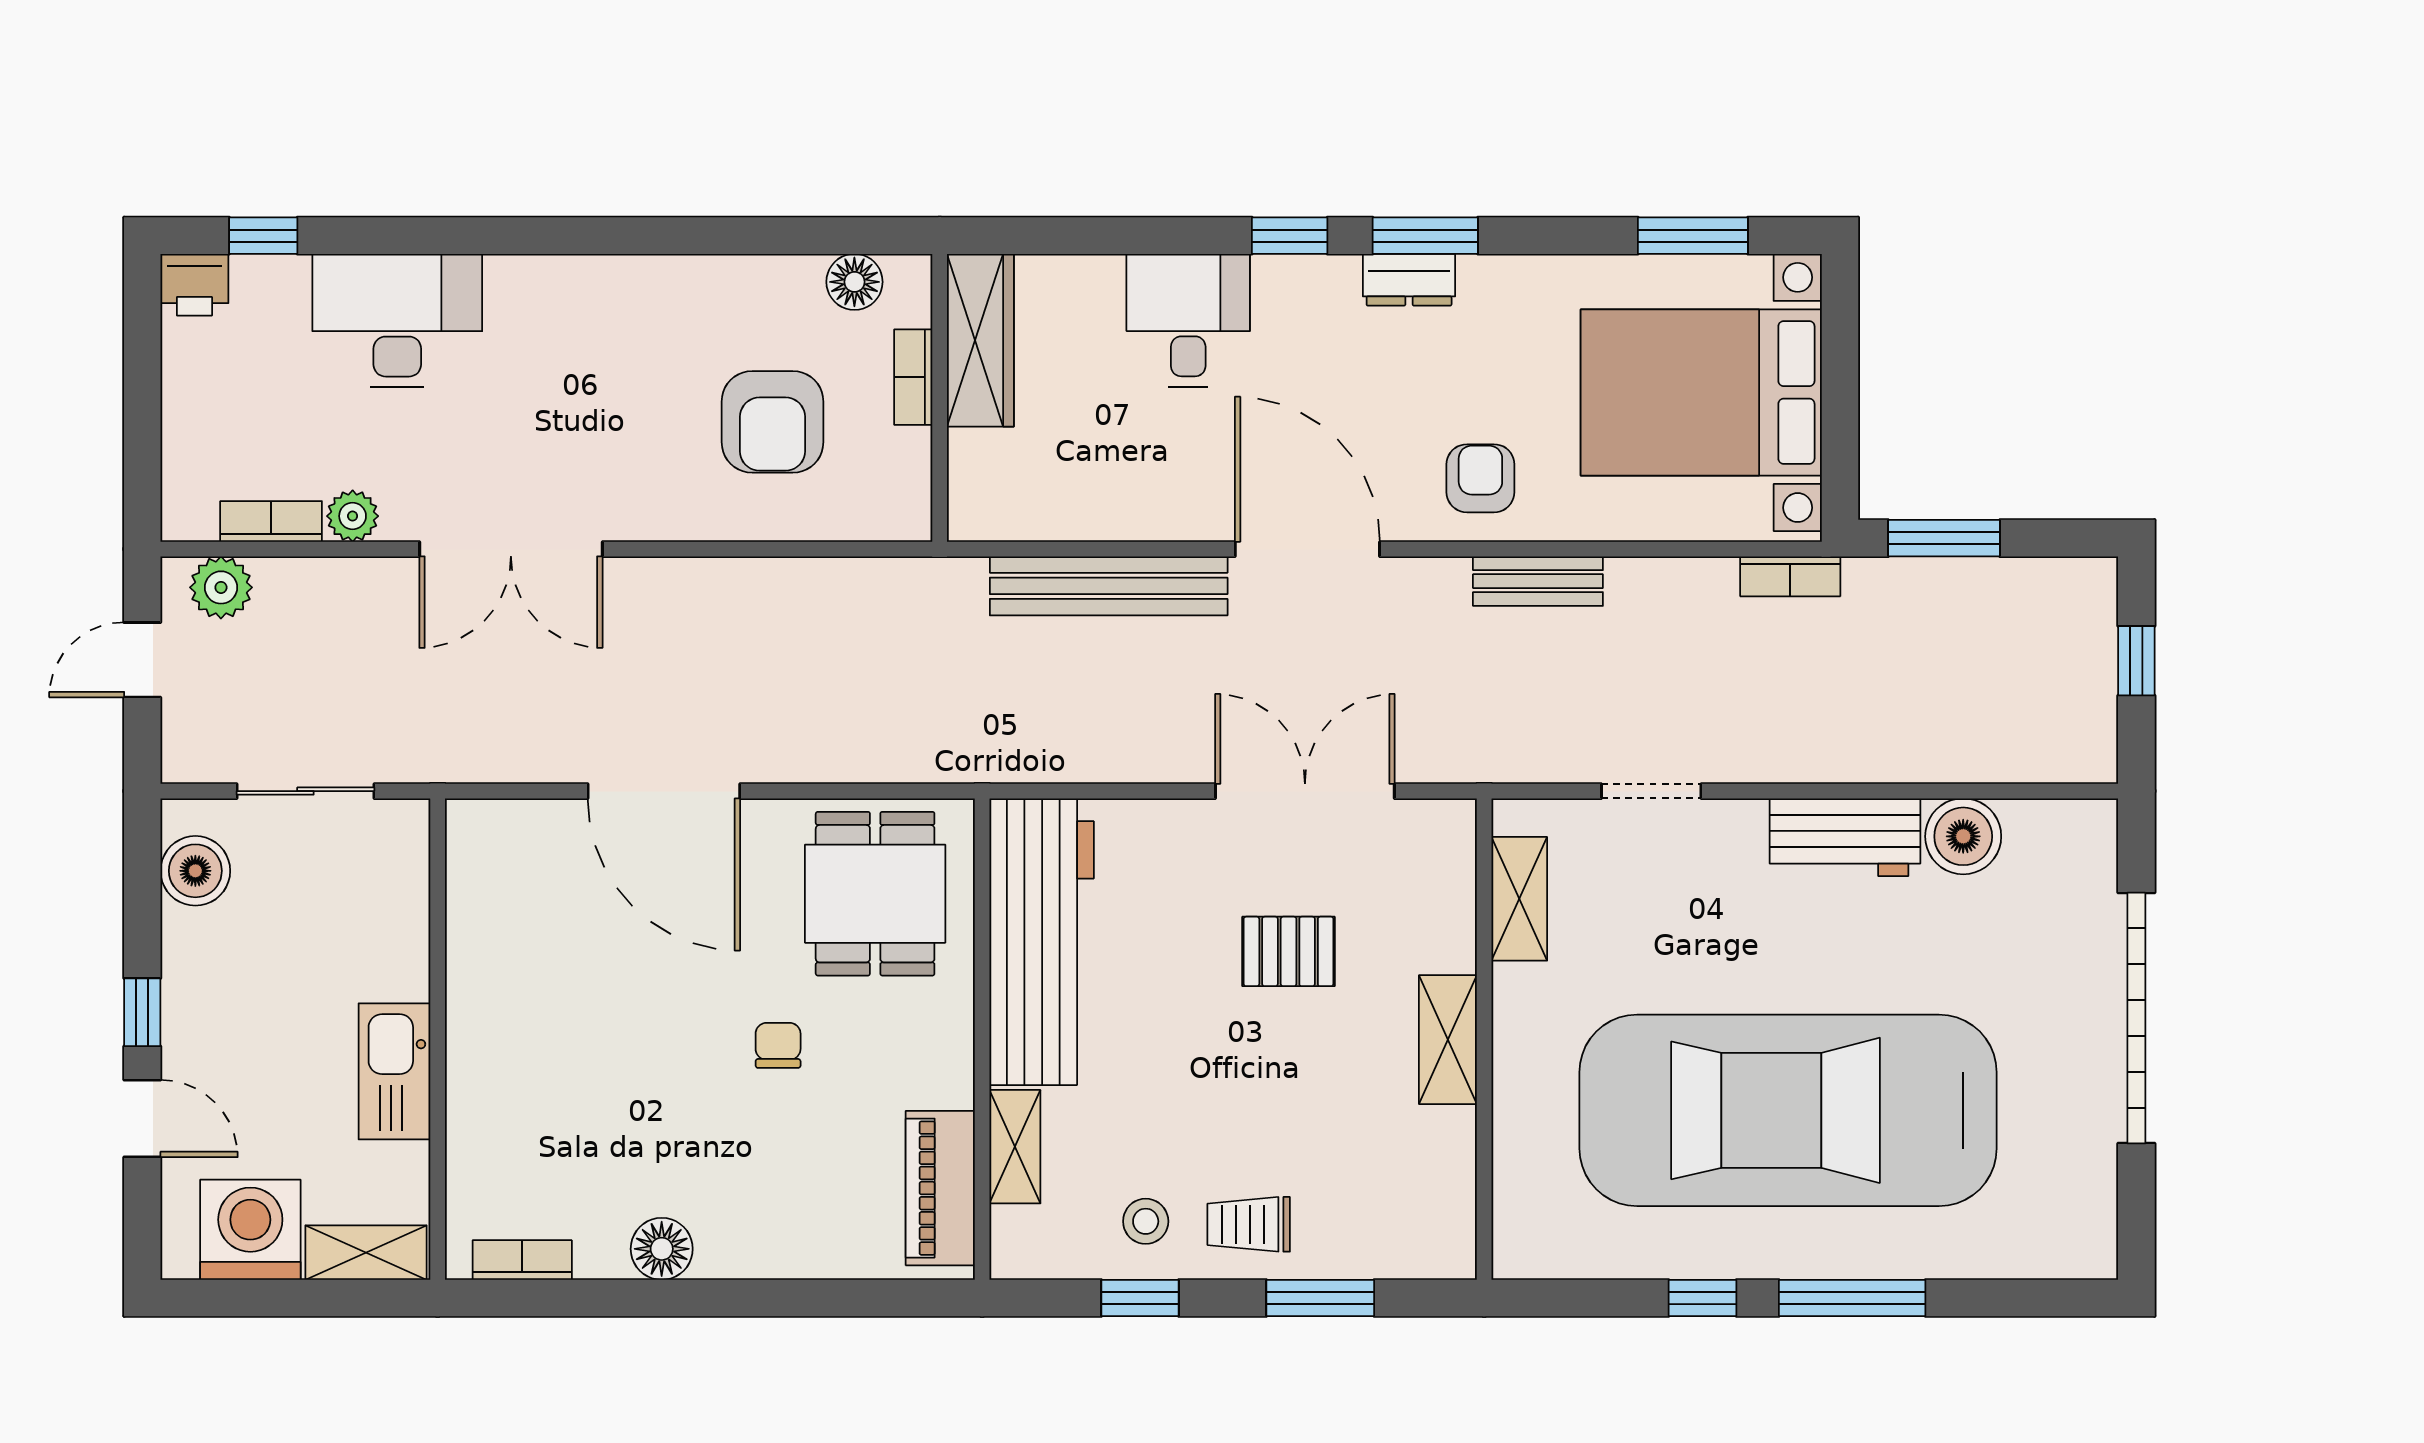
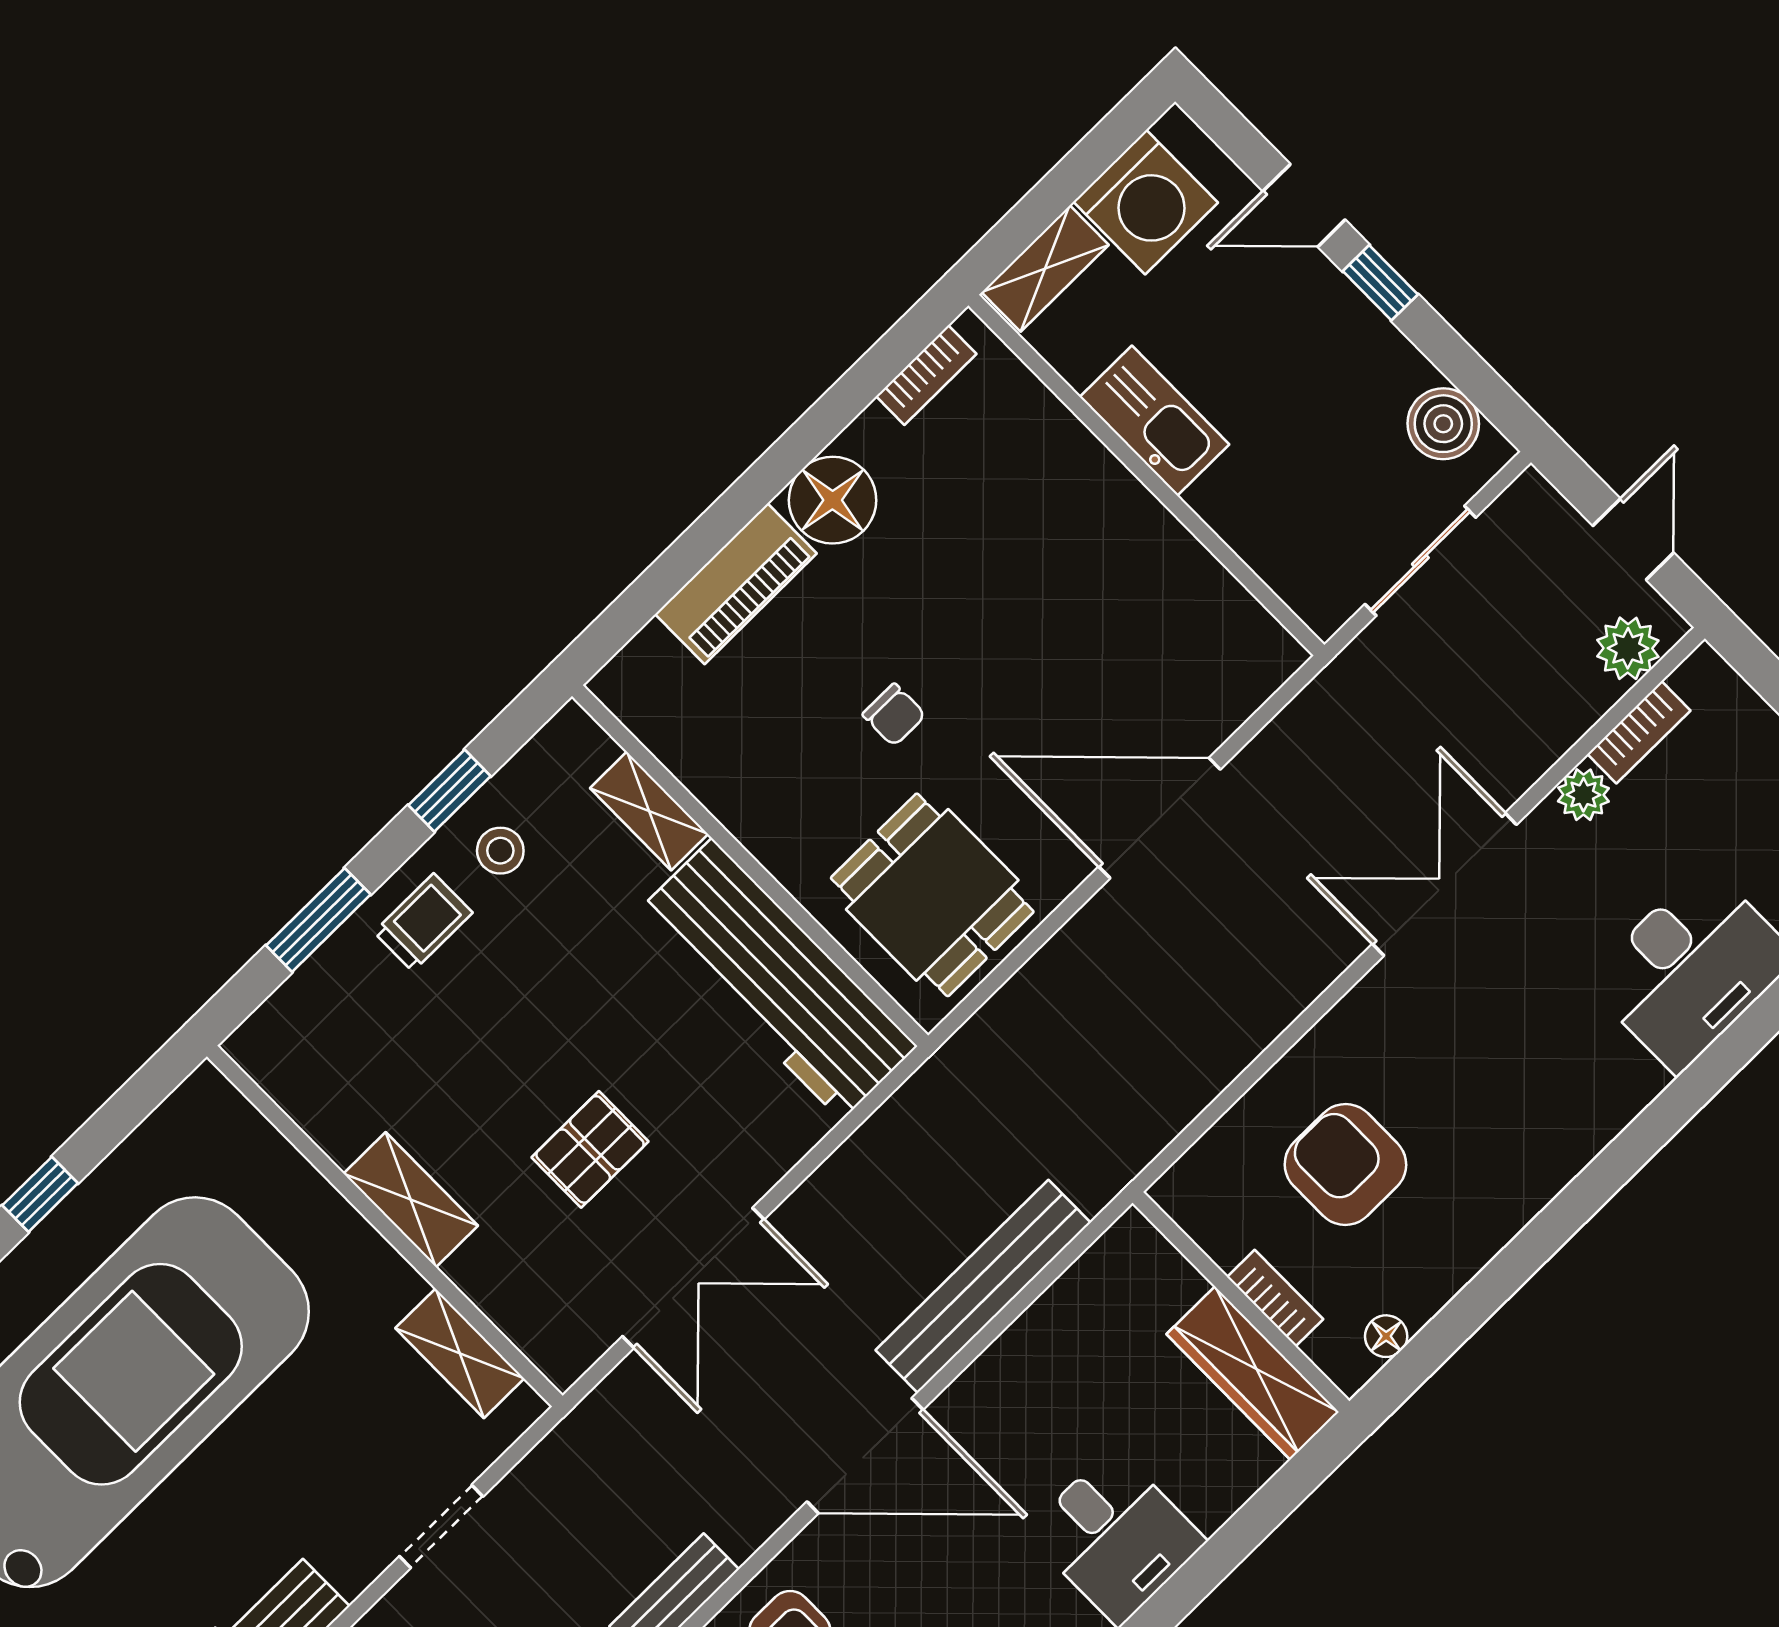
floor lamp: (854, 282) -> (1386, 1336), width x0.73, depth x0.73
piano: (940, 1188) -> (736, 584), moved, turned 90
floor lamp: (662, 1249) -> (833, 500), width x1.38, depth x1.38

